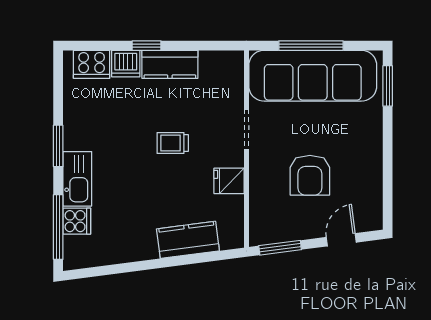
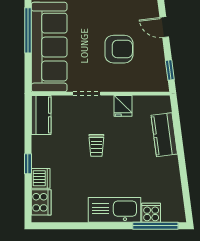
window: (311, 46) -> (28, 30), moved
kitchen counter: (170, 64) -> (41, 115), moved
window: (58, 146) -> (98, 226), removed
kitchen sink: (77, 179) -> (114, 210), width x1.36, depth x1.24
window: (280, 248) -> (170, 70), width x0.67

